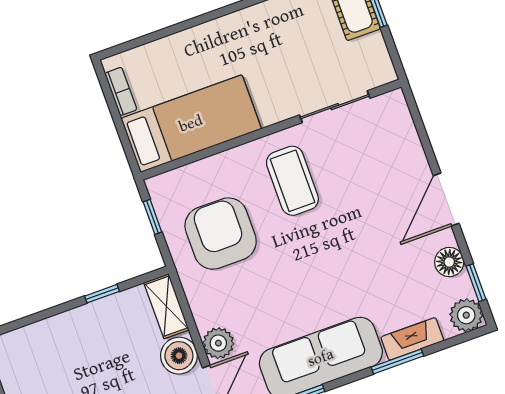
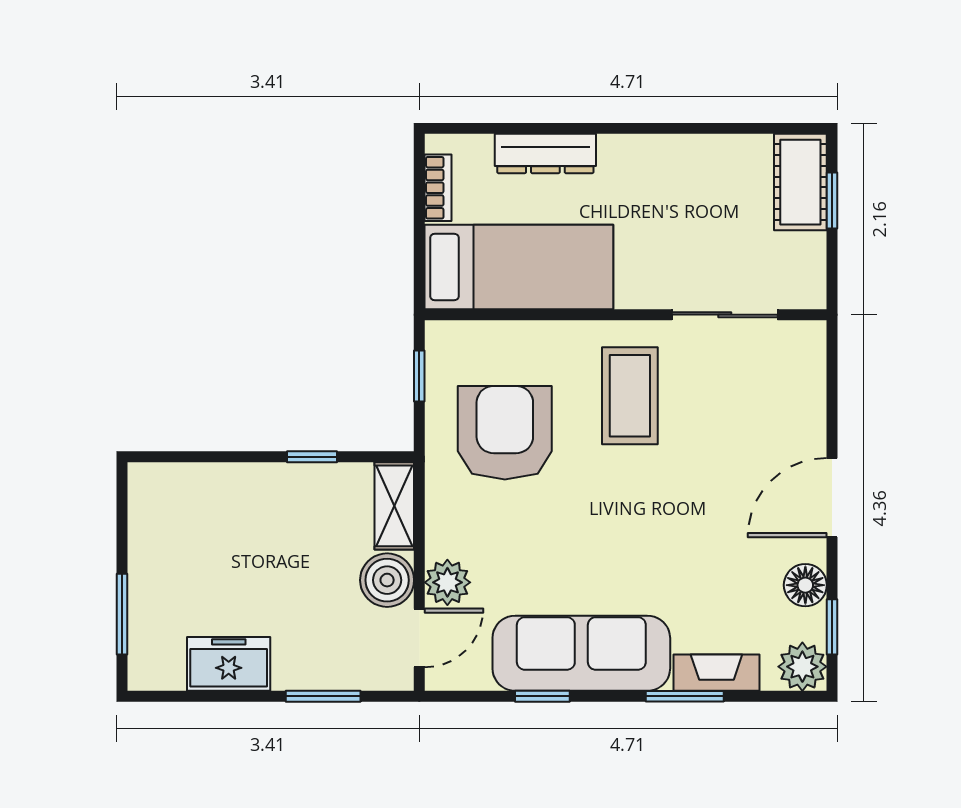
dresser: (182, 44) -> (545, 153), added

